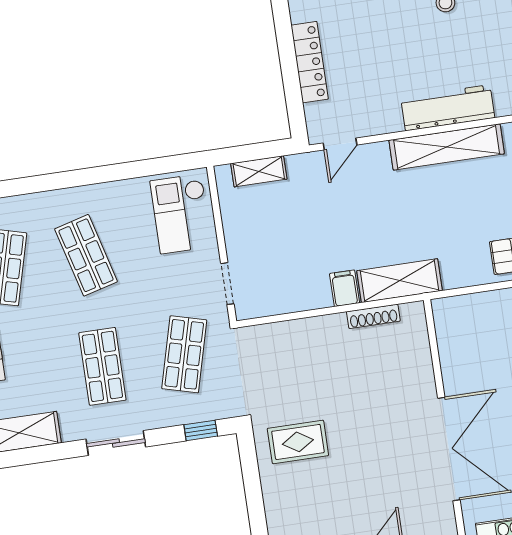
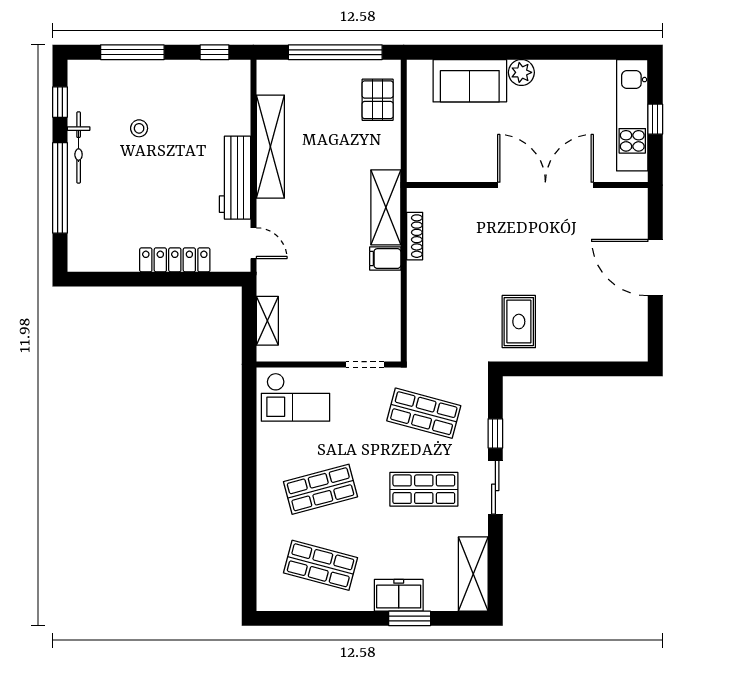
workbench: (448, 108) -> (235, 178), moved
window: (201, 430) -> (495, 433), moved

